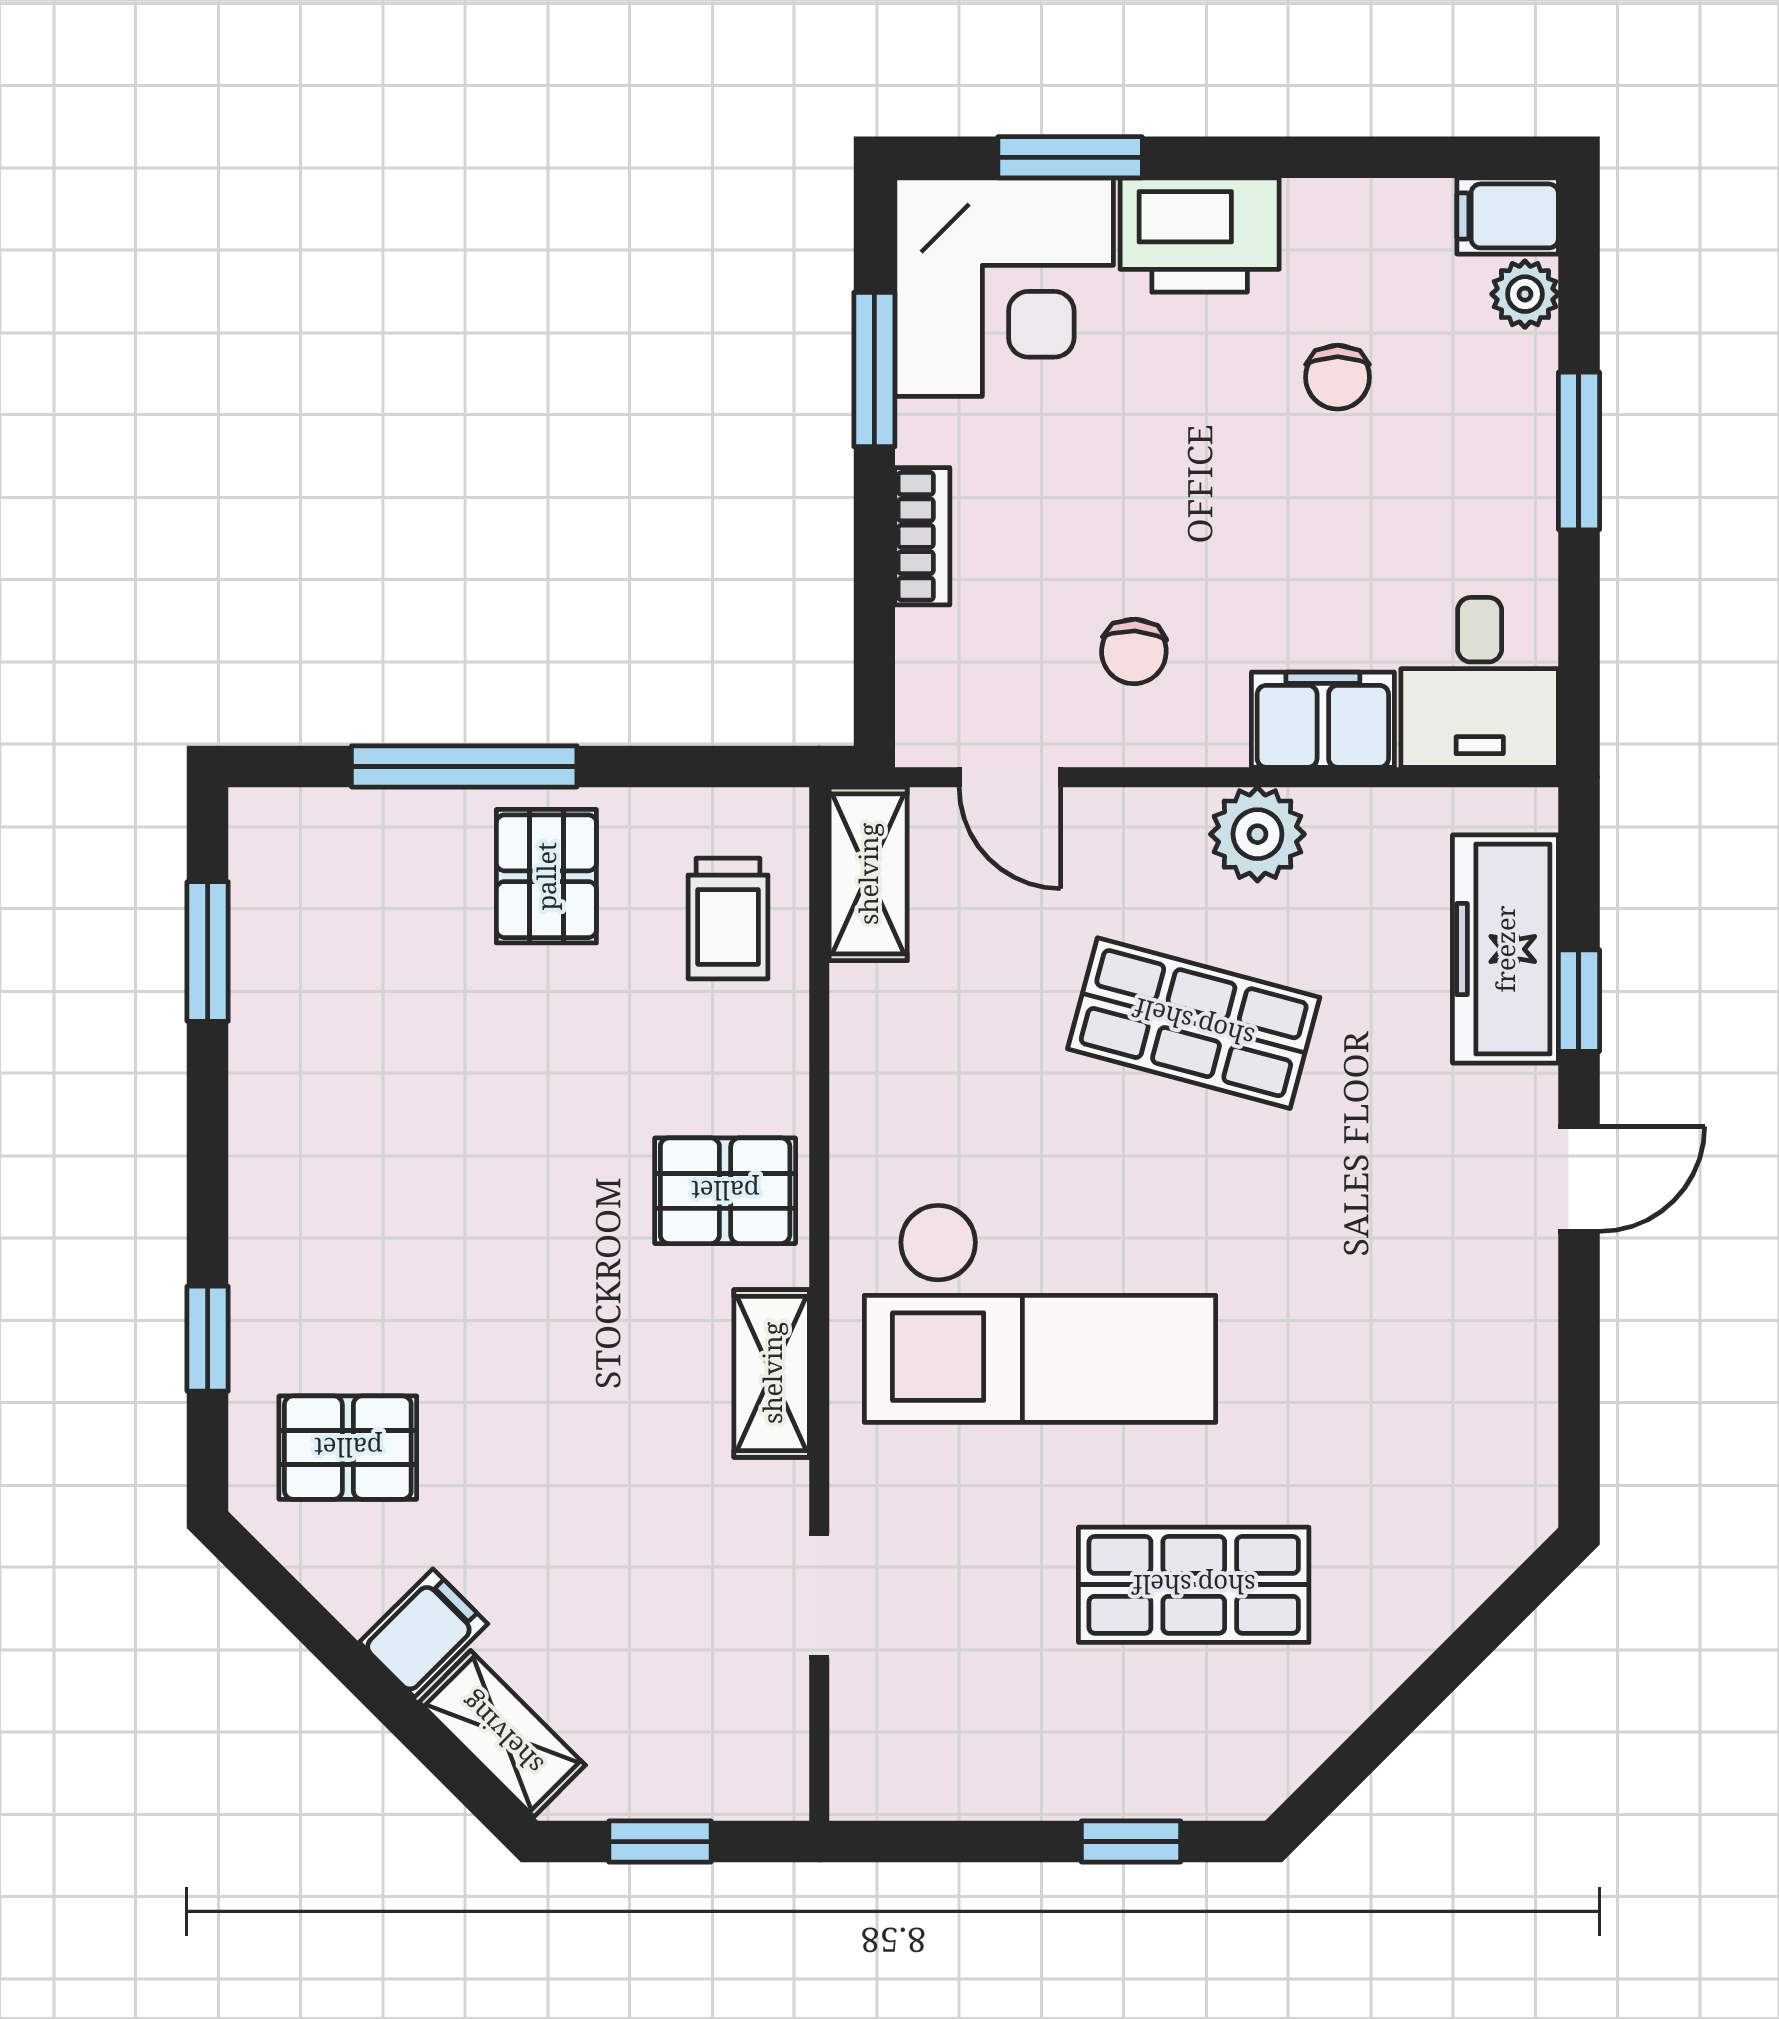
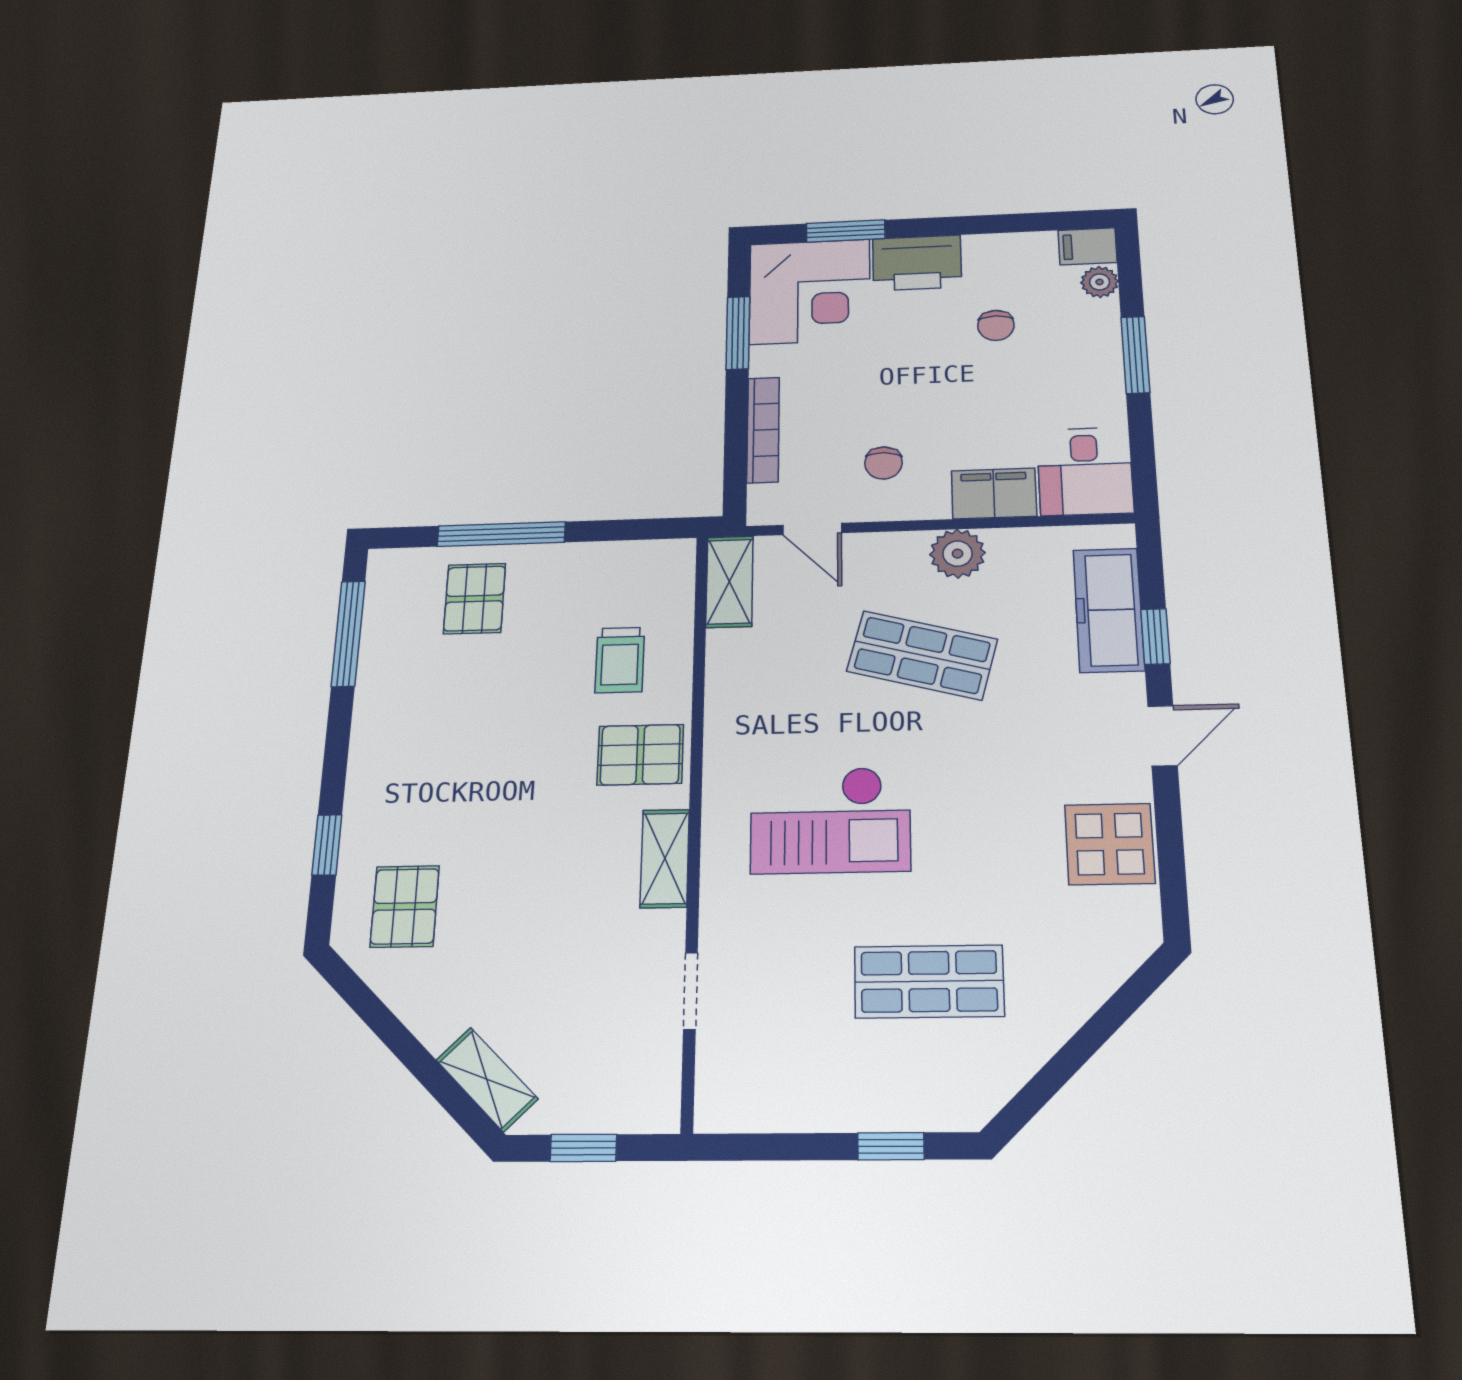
bookcase: (922, 536) -> (763, 430), width x1.56
pallet: (546, 876) -> (475, 599), moved
trolley: (728, 919) -> (620, 660), moved
window: (208, 952) -> (348, 634), width x1.44
checkout: (1040, 1313) -> (830, 820), width x0.73, depth x0.83
display table: (1484, 1363) -> (1110, 844), added
pallet: (348, 1448) -> (405, 906), turned 90
filing cabinet: (424, 1633) -> (442, 1017), removed

